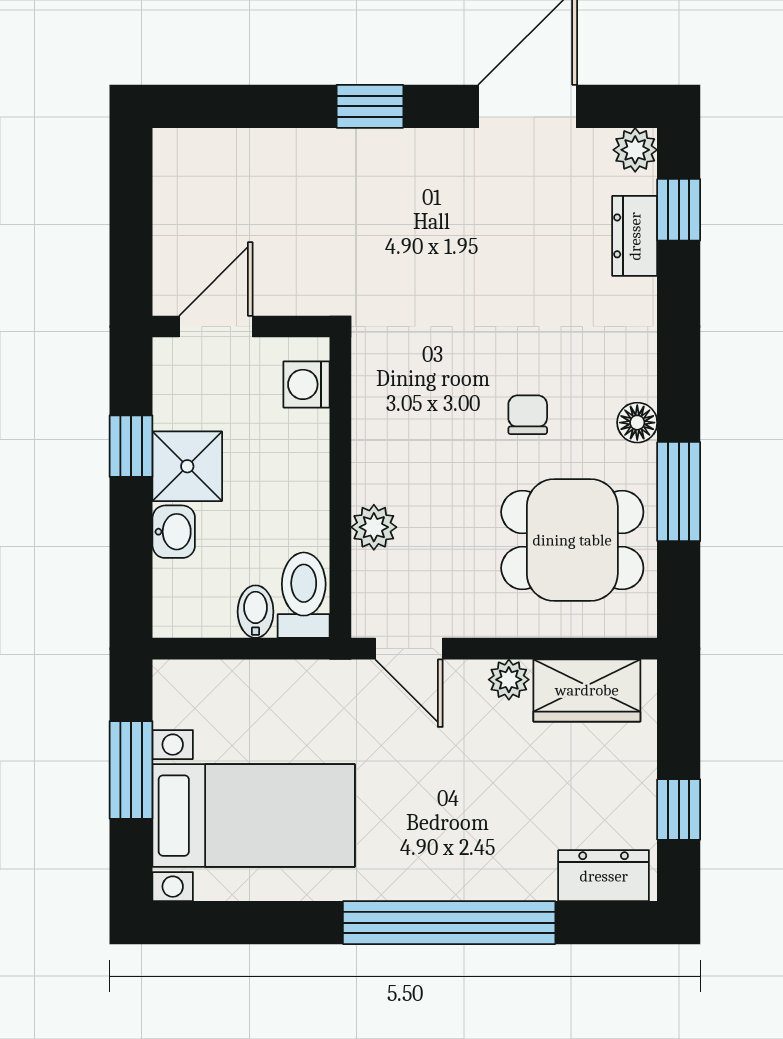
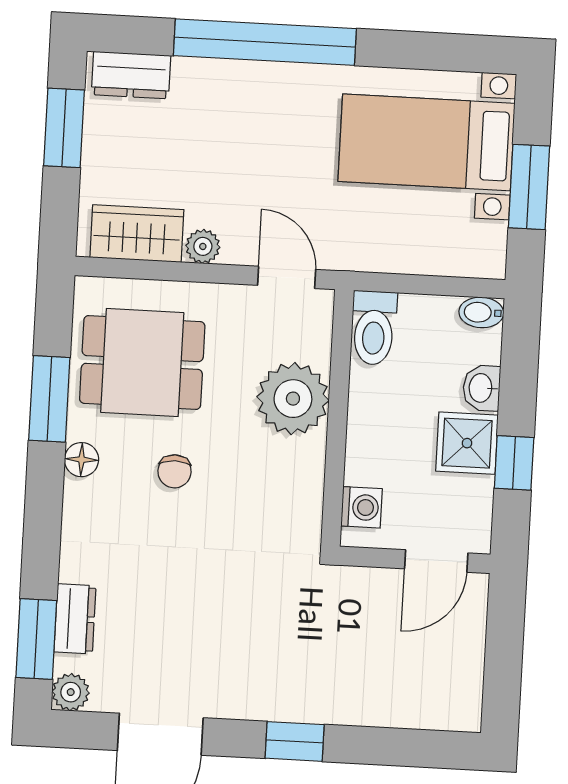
window: (679, 210) -> (36, 639), width x1.50
plant: (374, 527) -> (293, 399), width x1.88, depth x1.88
bidet: (256, 612) -> (481, 312), moved, turned 90
window: (679, 810) -> (64, 128), width x1.50

